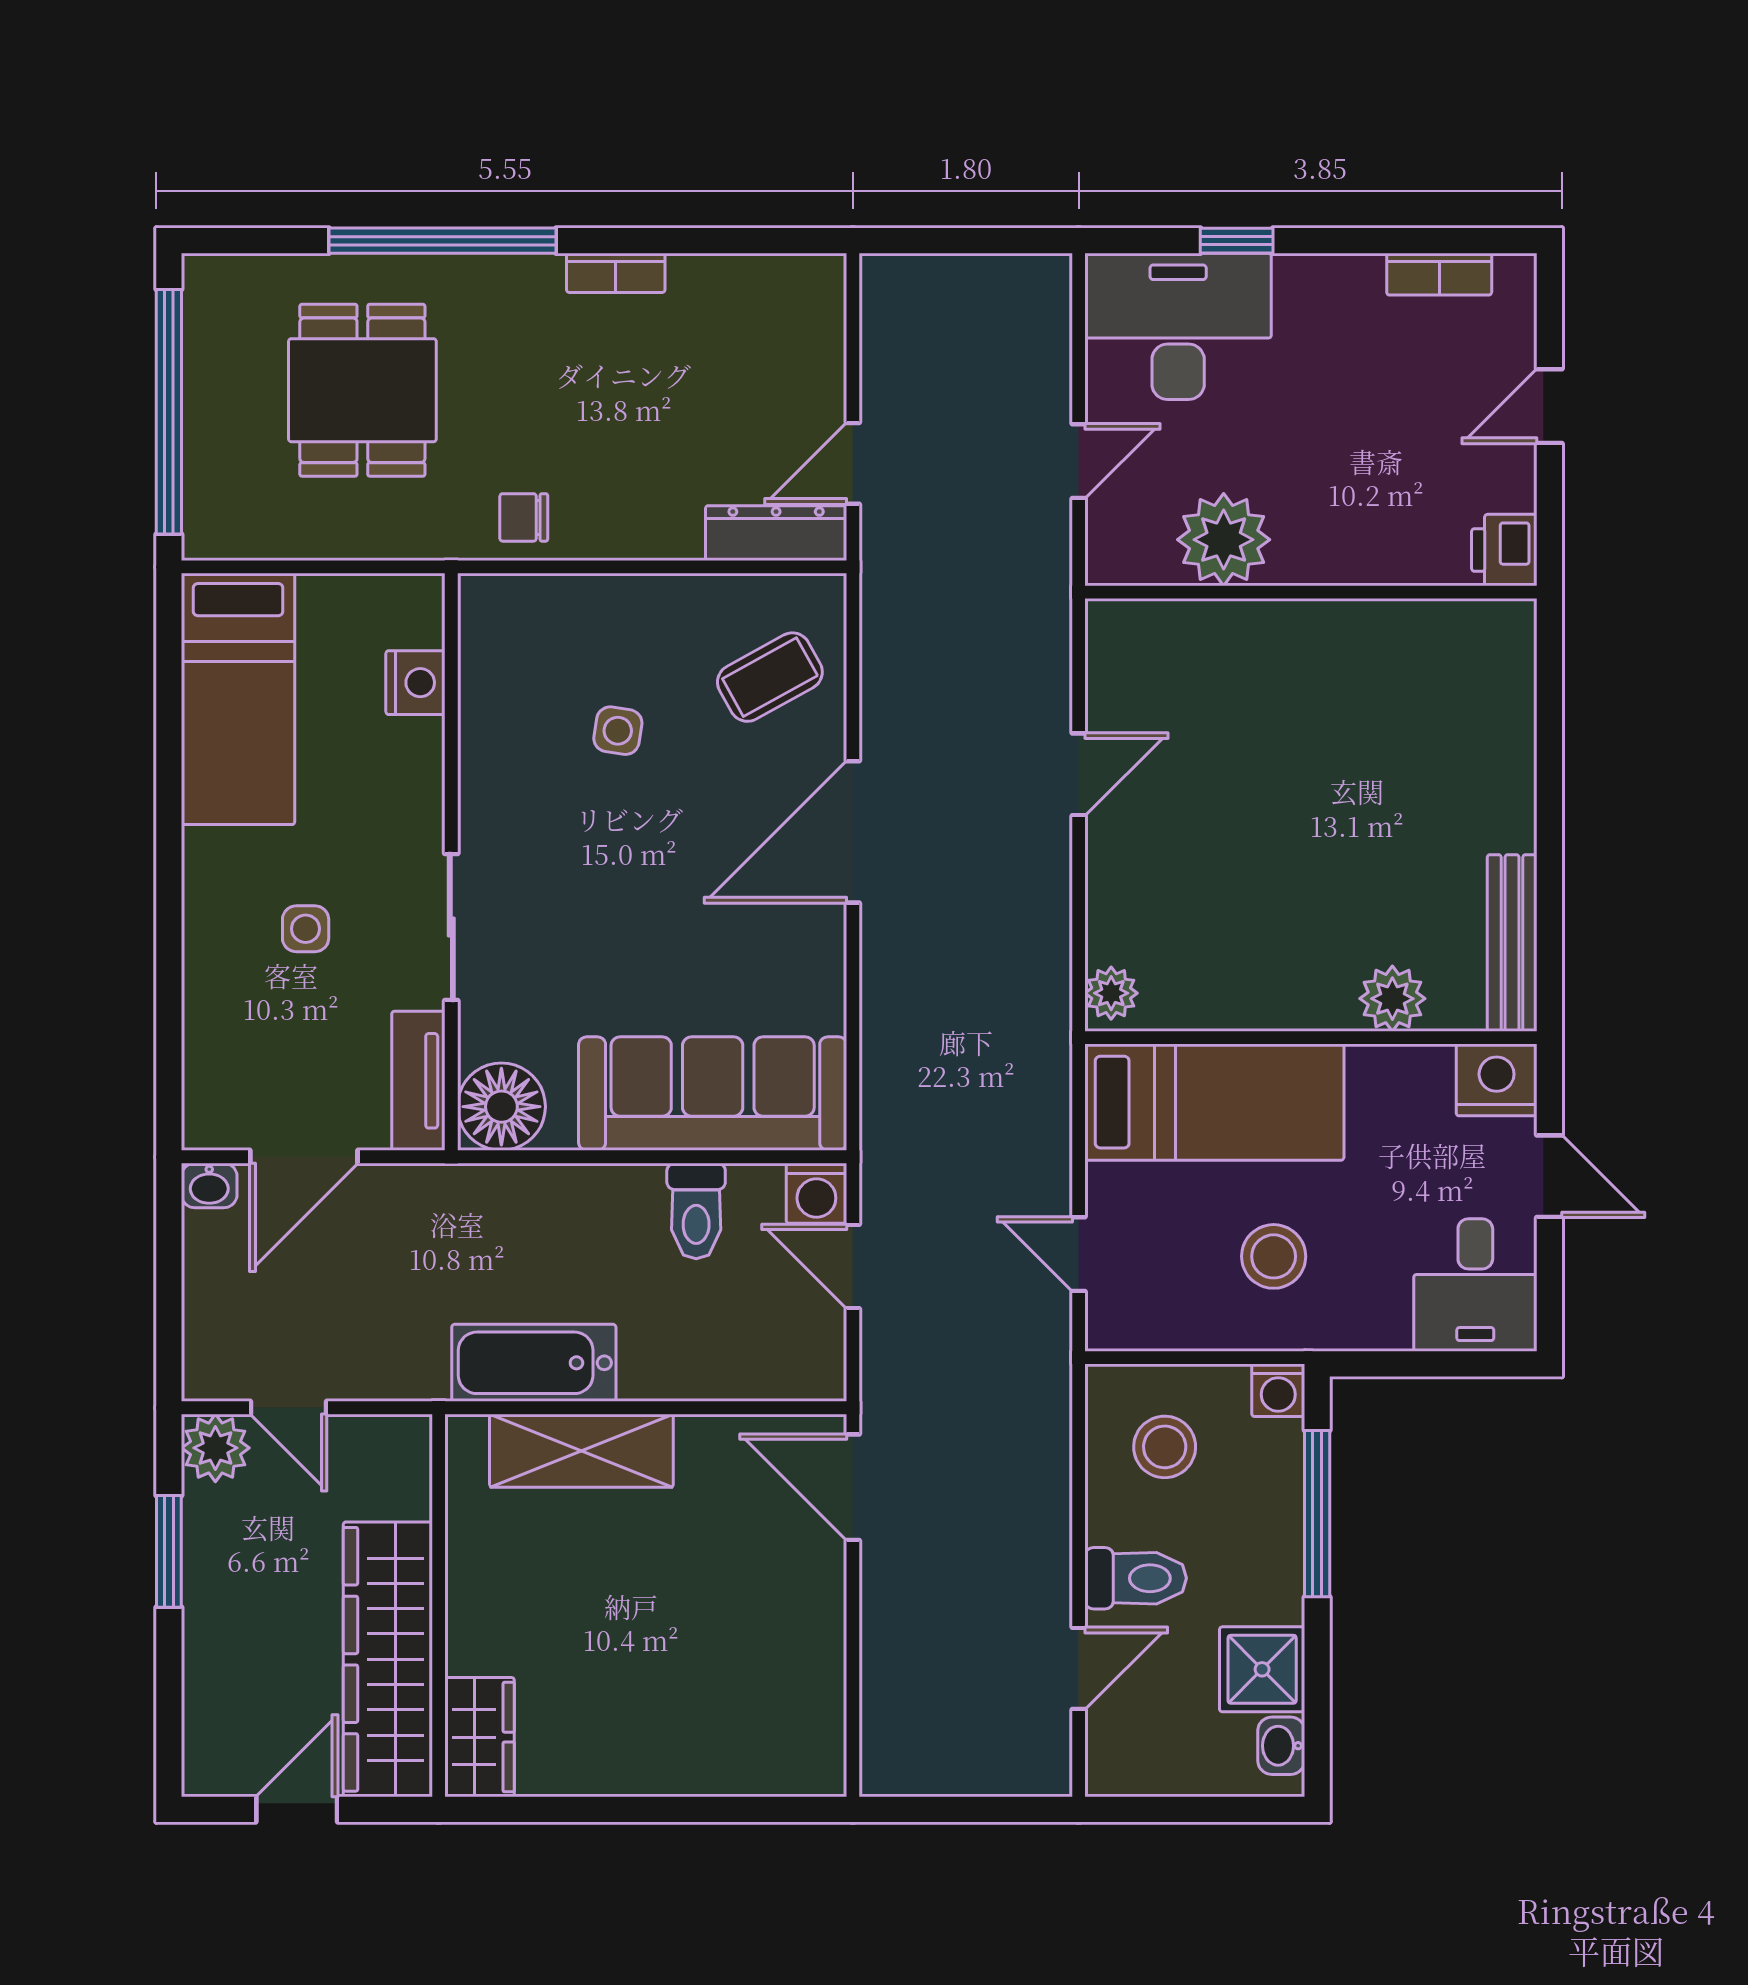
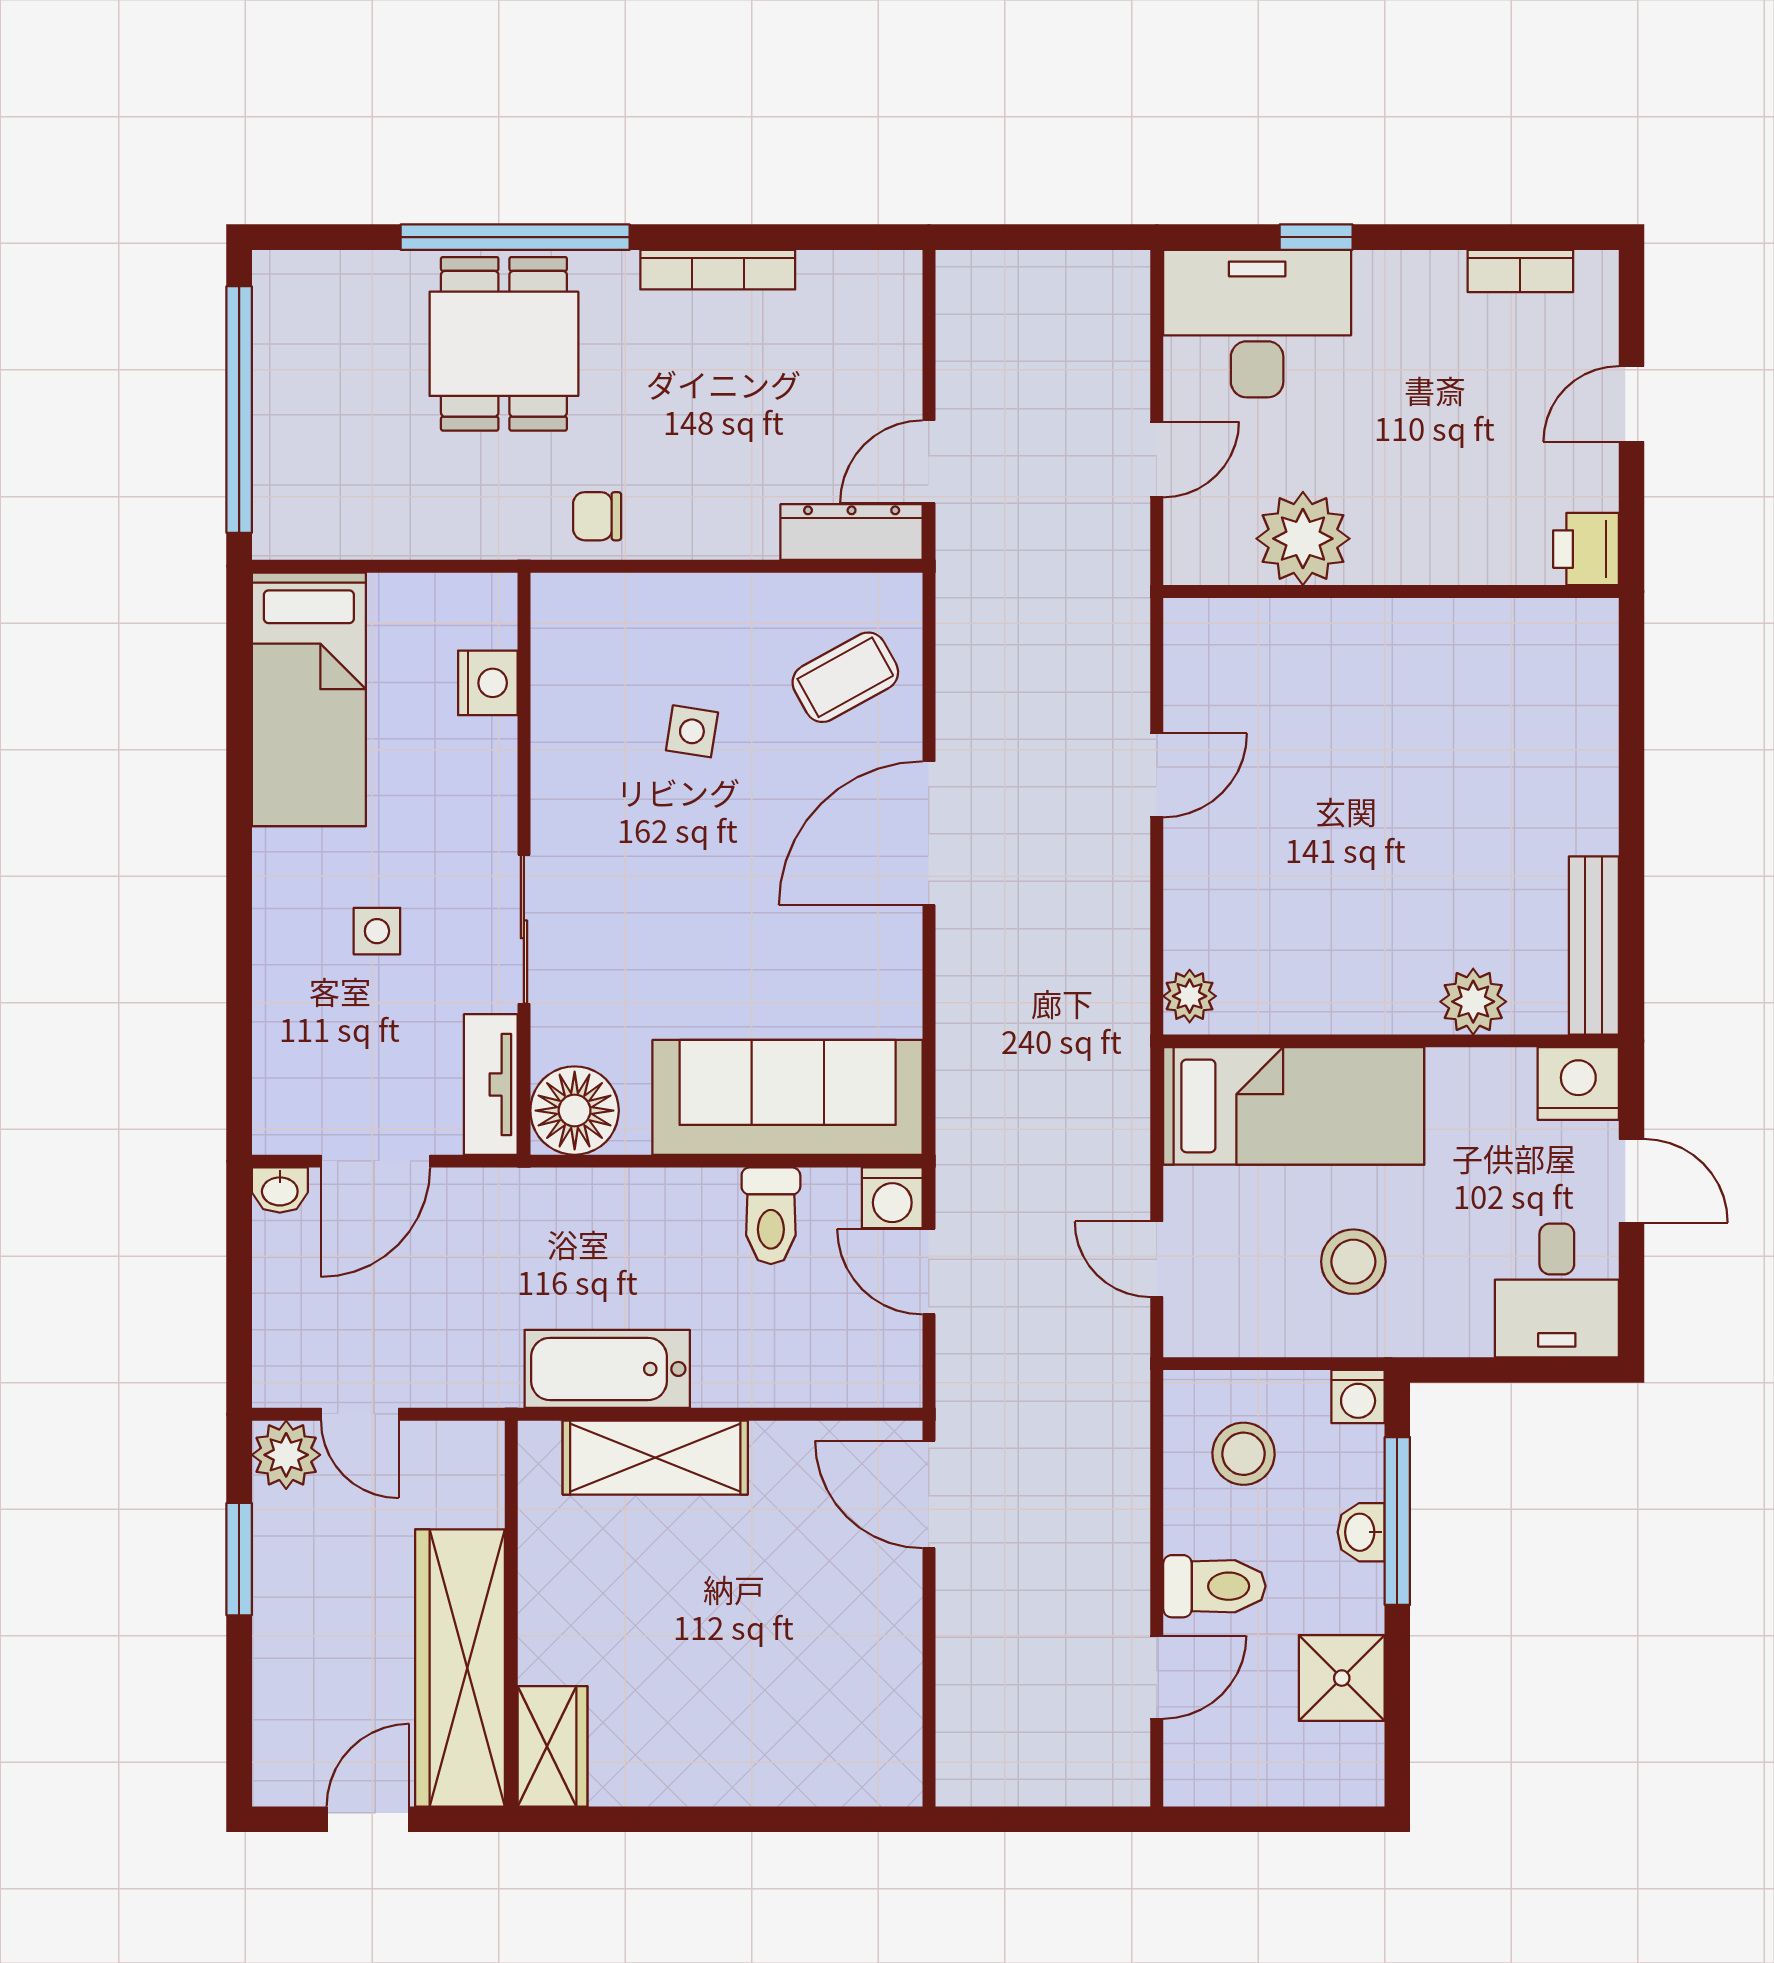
bookcase: (616, 273) -> (718, 270), width x1.56
dining table: (362, 390) -> (504, 344), moved
washbasin: (1281, 1746) -> (1361, 1532), moved

